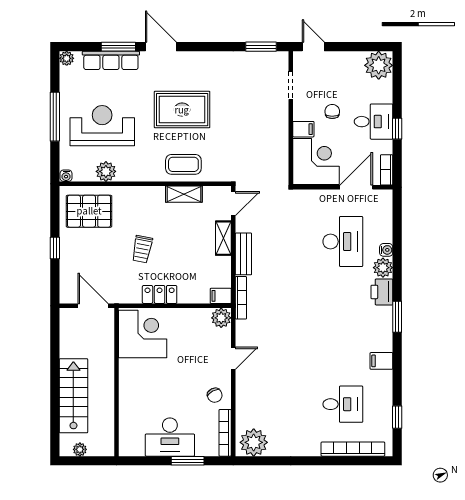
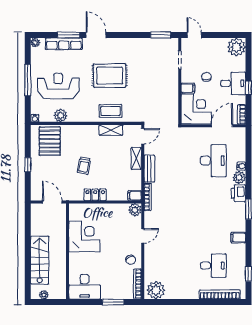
pallet: (89, 211) -> (50, 141), turned 90
corner desk: (143, 334) -> (84, 237), moved
desk: (170, 437) -> (85, 287), moved

